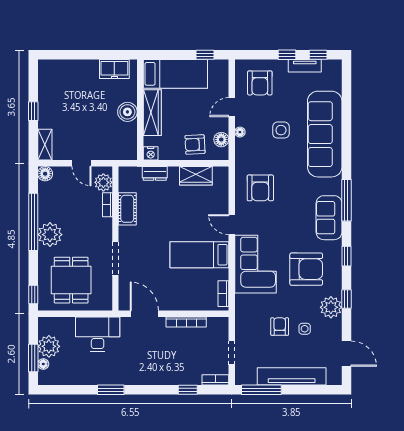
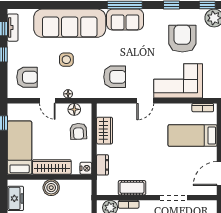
tv unit: (305, 66) -> (13, 28), moved
sofa: (329, 218) -> (125, 20), moved
bed: (199, 255) -> (193, 135), moved, turned 90

